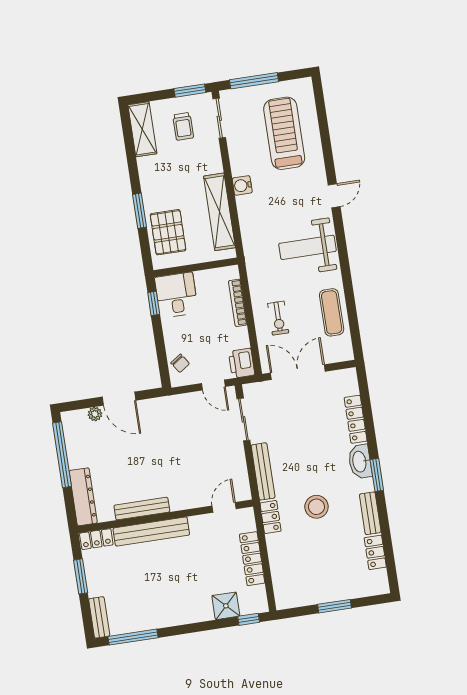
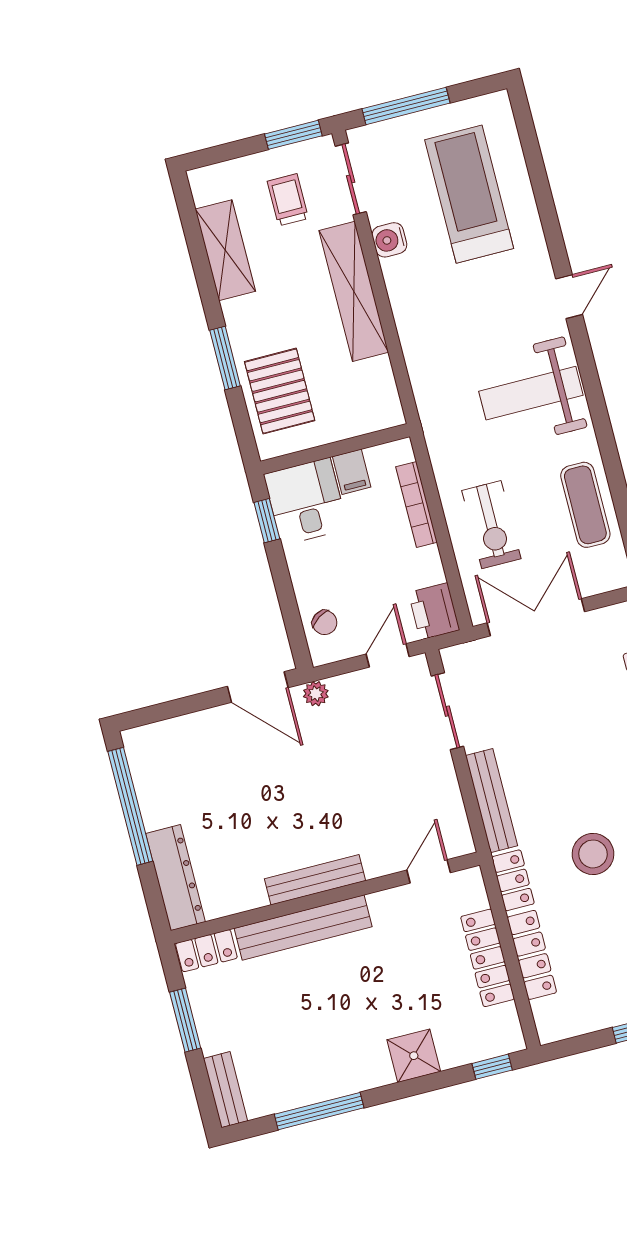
trolley: (183, 126) -> (288, 200), turned 180
shelving: (142, 129) -> (225, 250), moved
water cooler: (242, 185) -> (389, 240), moved
shelving: (219, 212) -> (354, 291), moved
filing cabinet: (204, 281) -> (352, 472), added
exercise bike: (278, 318) -> (491, 525), width x1.38, depth x1.39
door: (213, 385) -> (388, 655), swing flipped
door: (119, 399) -> (258, 687), moved
plant: (95, 414) -> (316, 694), moved
bench: (142, 509) -> (315, 880), moved
locker: (277, 559) -> (532, 955), added
shower: (226, 606) -> (414, 1056), moved
window: (133, 637) -> (319, 1111), moved

